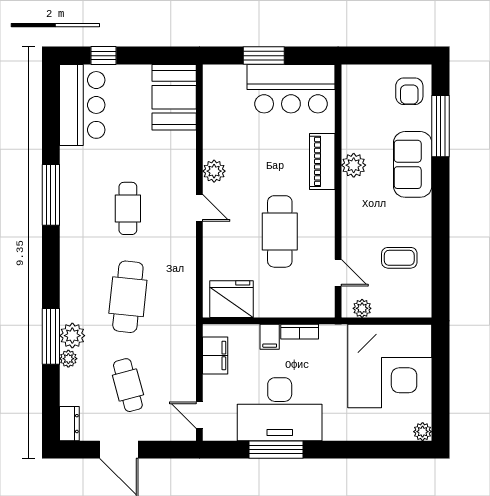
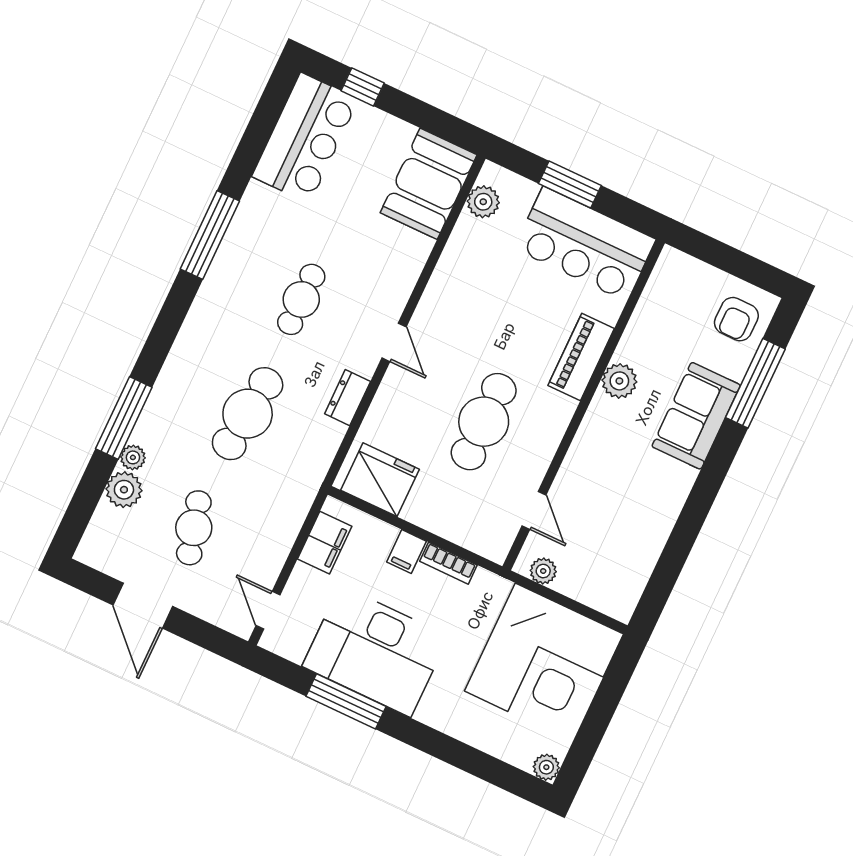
plant: (214, 171) -> (483, 202), moved
coffee table: (399, 258) -> (622, 528), removed
plant: (72, 336) -> (124, 490), moved
dresser: (69, 424) -> (348, 398), moved, turned 180

